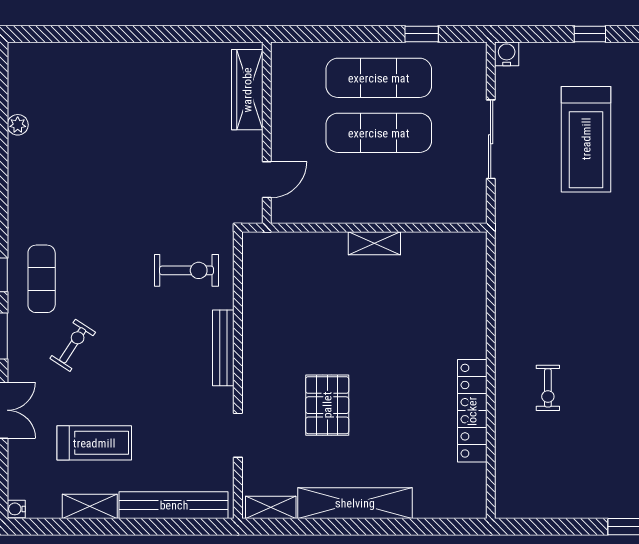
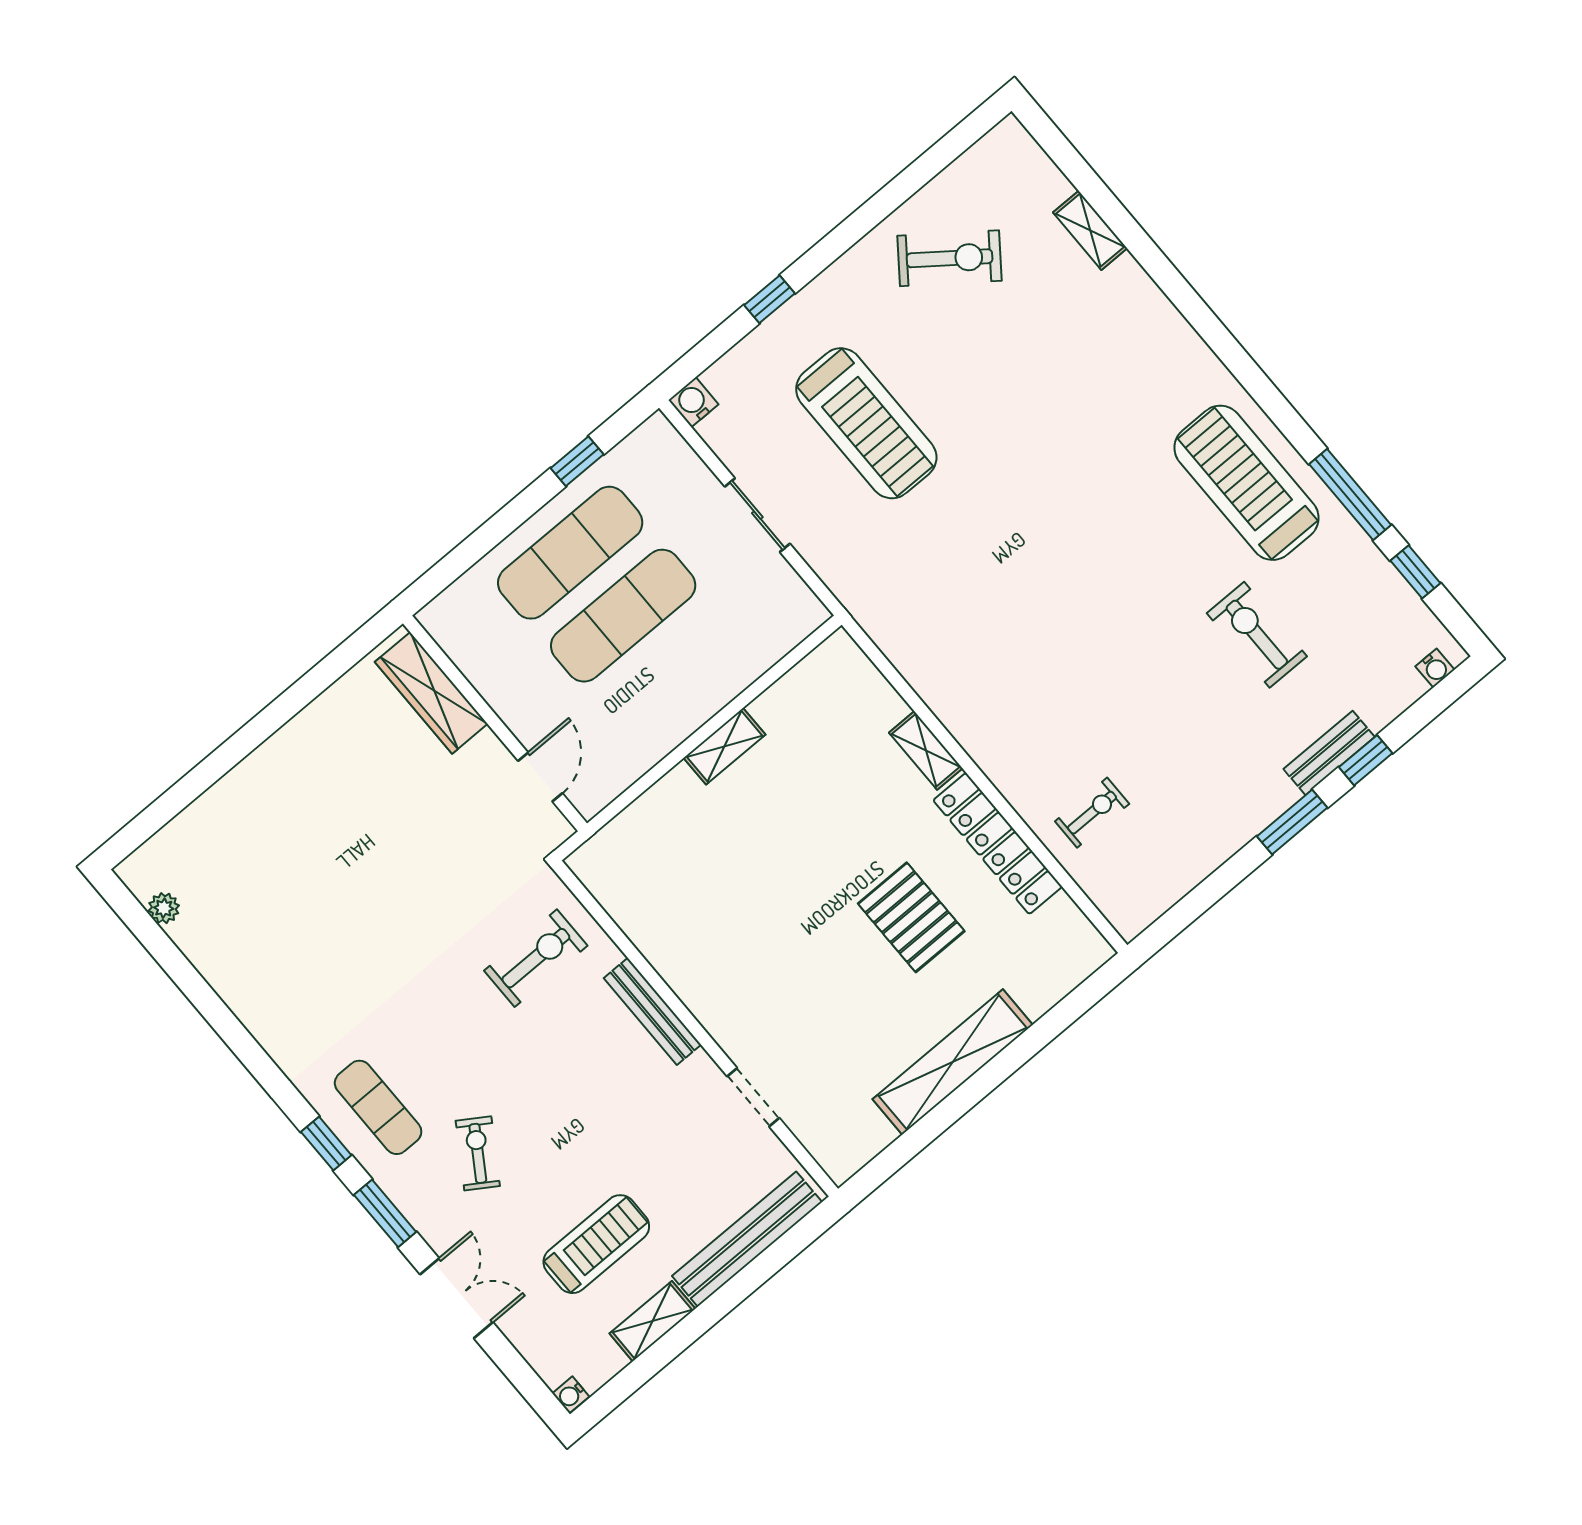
plant: (18, 125) -> (164, 908), moved
sliding door: (491, 139) -> (757, 515), width x0.73
exercise bike: (548, 388) -> (1092, 813), moved, turned -90
pallet: (327, 405) -> (911, 917), moved
shelving: (271, 507) -> (926, 750), moved, turned 90

